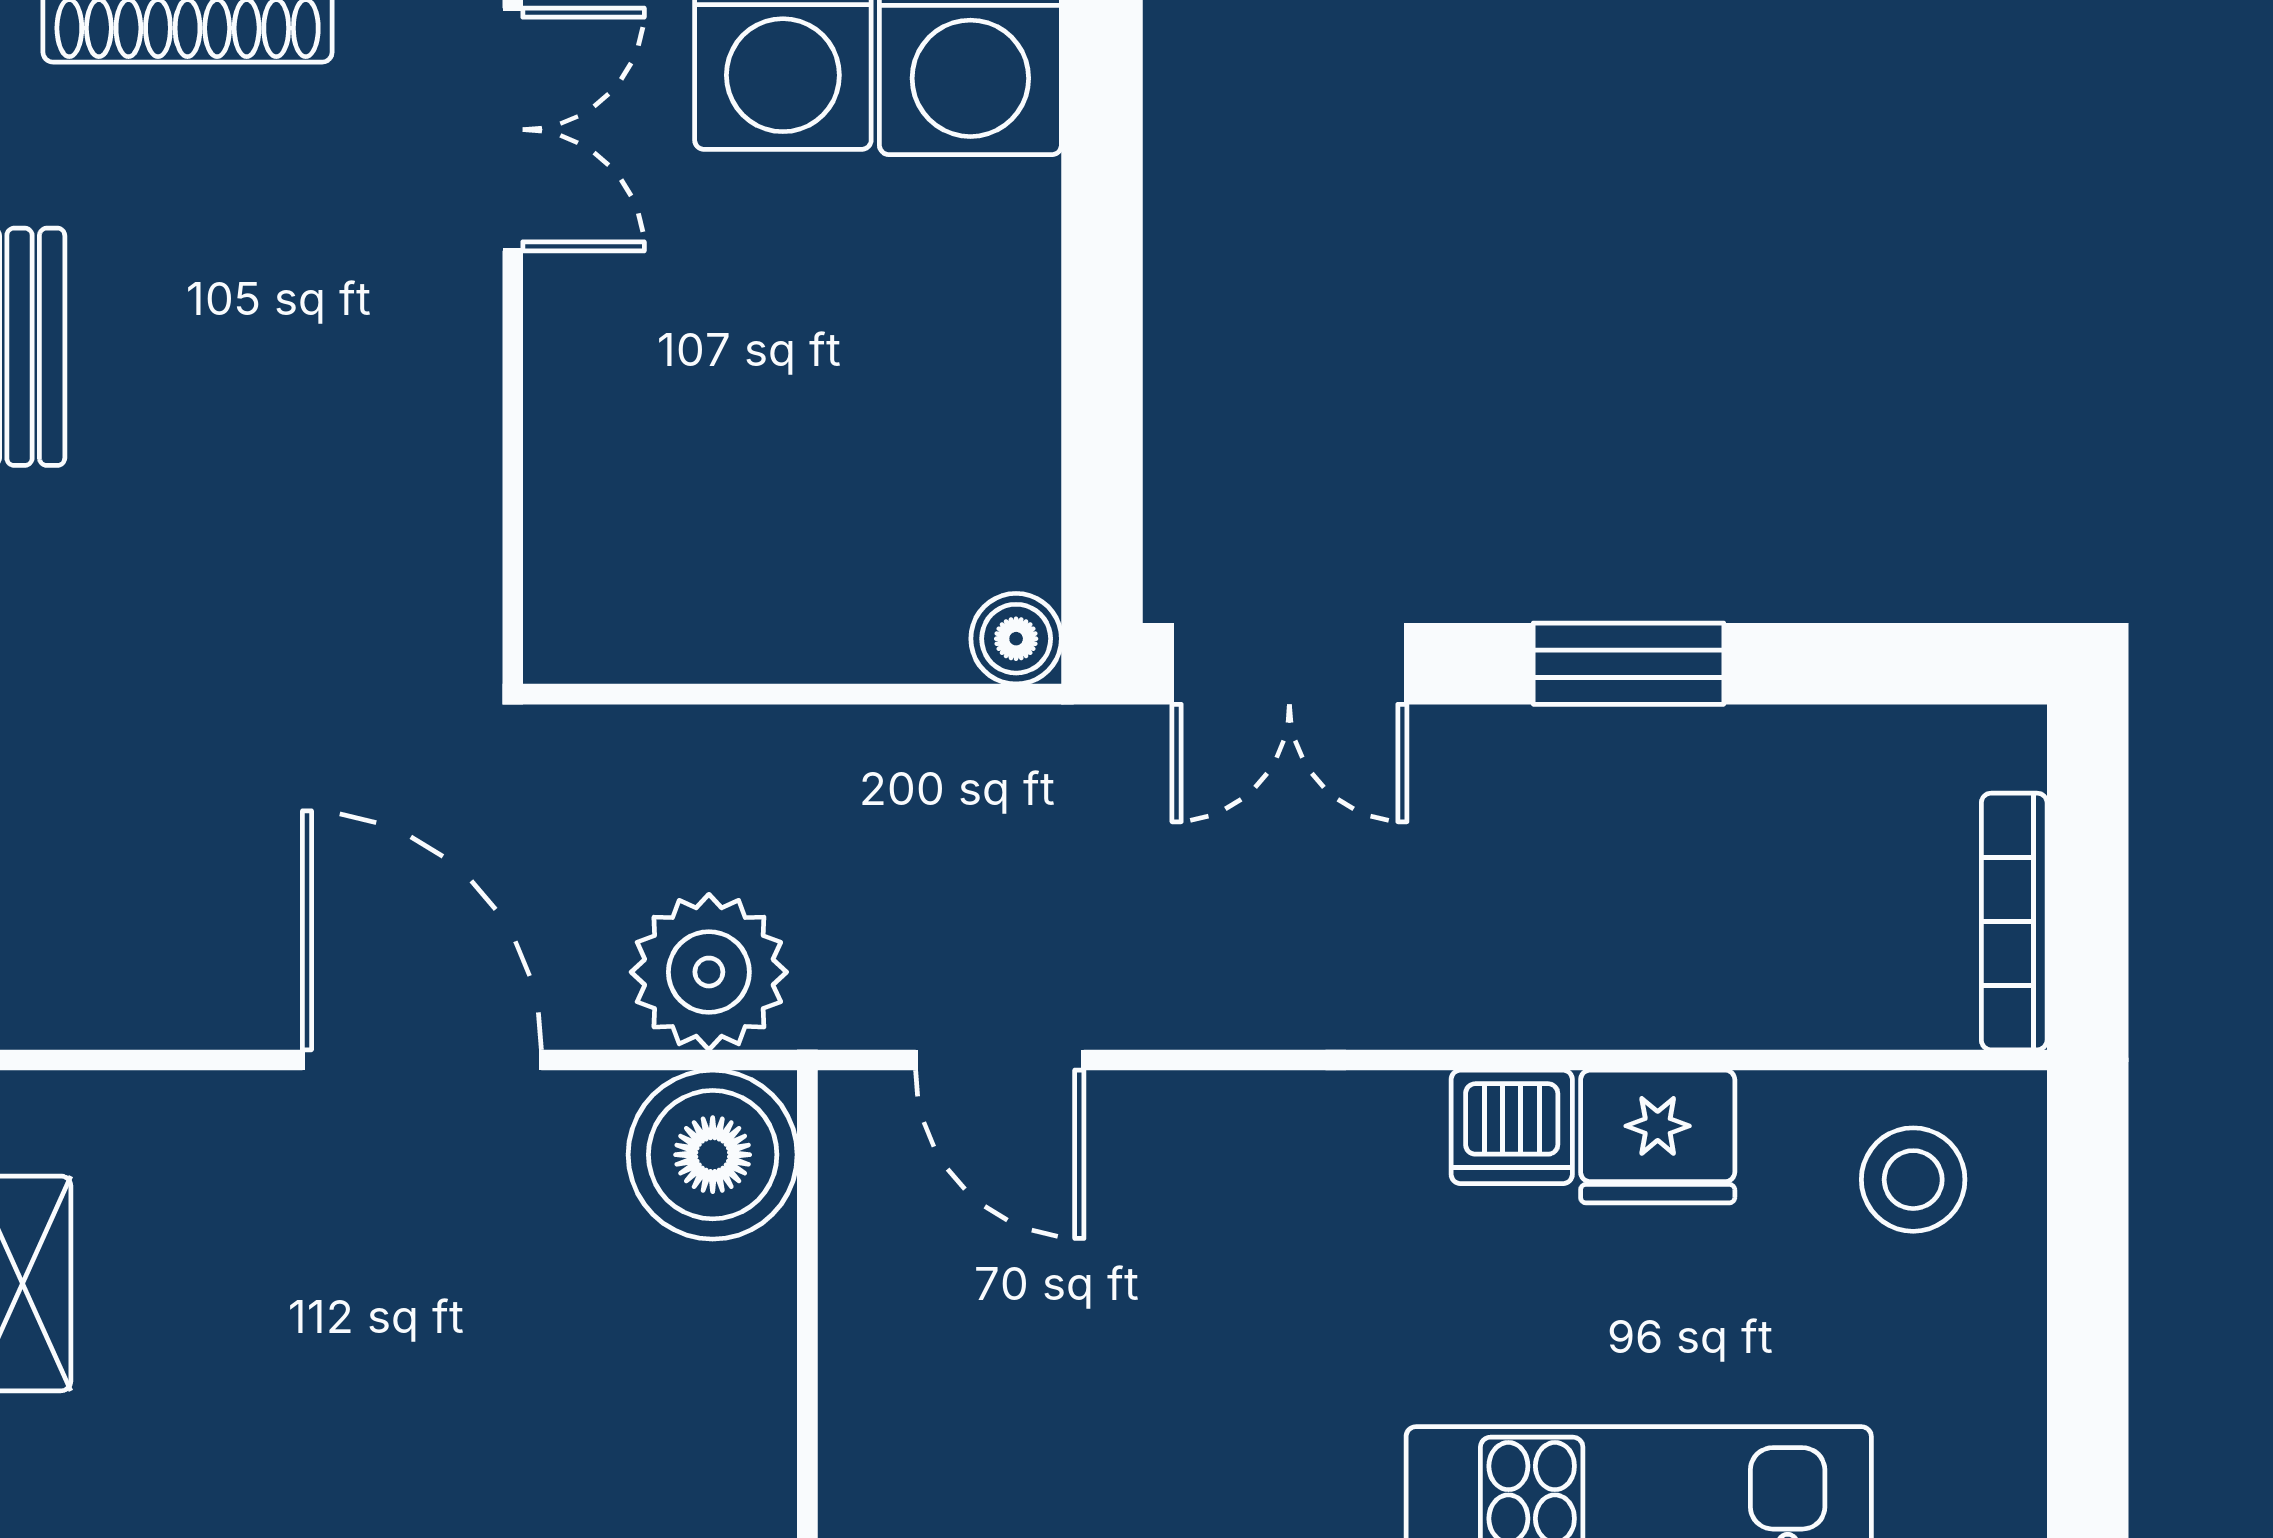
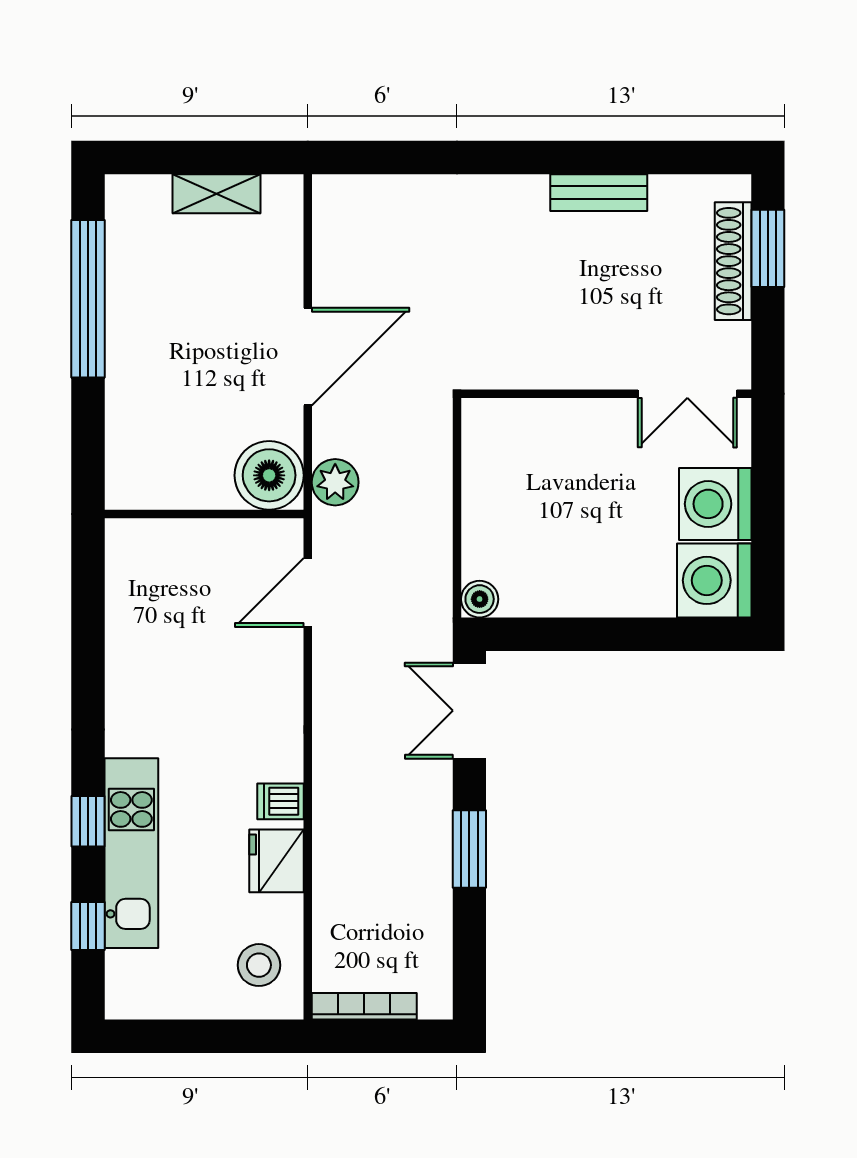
plant: (709, 972) -> (335, 482), width x0.73, depth x0.73
dishwasher: (1512, 1127) -> (280, 801), width x0.73

